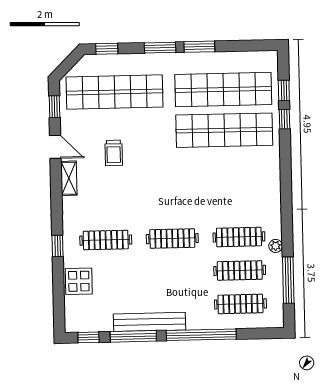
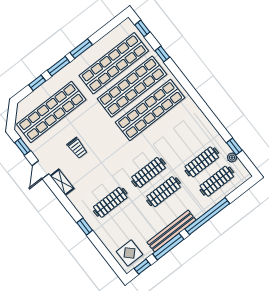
window: (107, 49) -> (37, 83), moved
window: (284, 91) -> (142, 28), moved
door: (55, 147) -> (40, 170), swing flipped
shop shelf: (225, 171) -> (150, 110), added
clothes rail: (239, 237) -> (164, 192), moved
plant: (276, 246) -> (232, 158), moved
window: (288, 280) -> (234, 147), width x0.46
display table: (79, 281) -> (130, 253), moved

